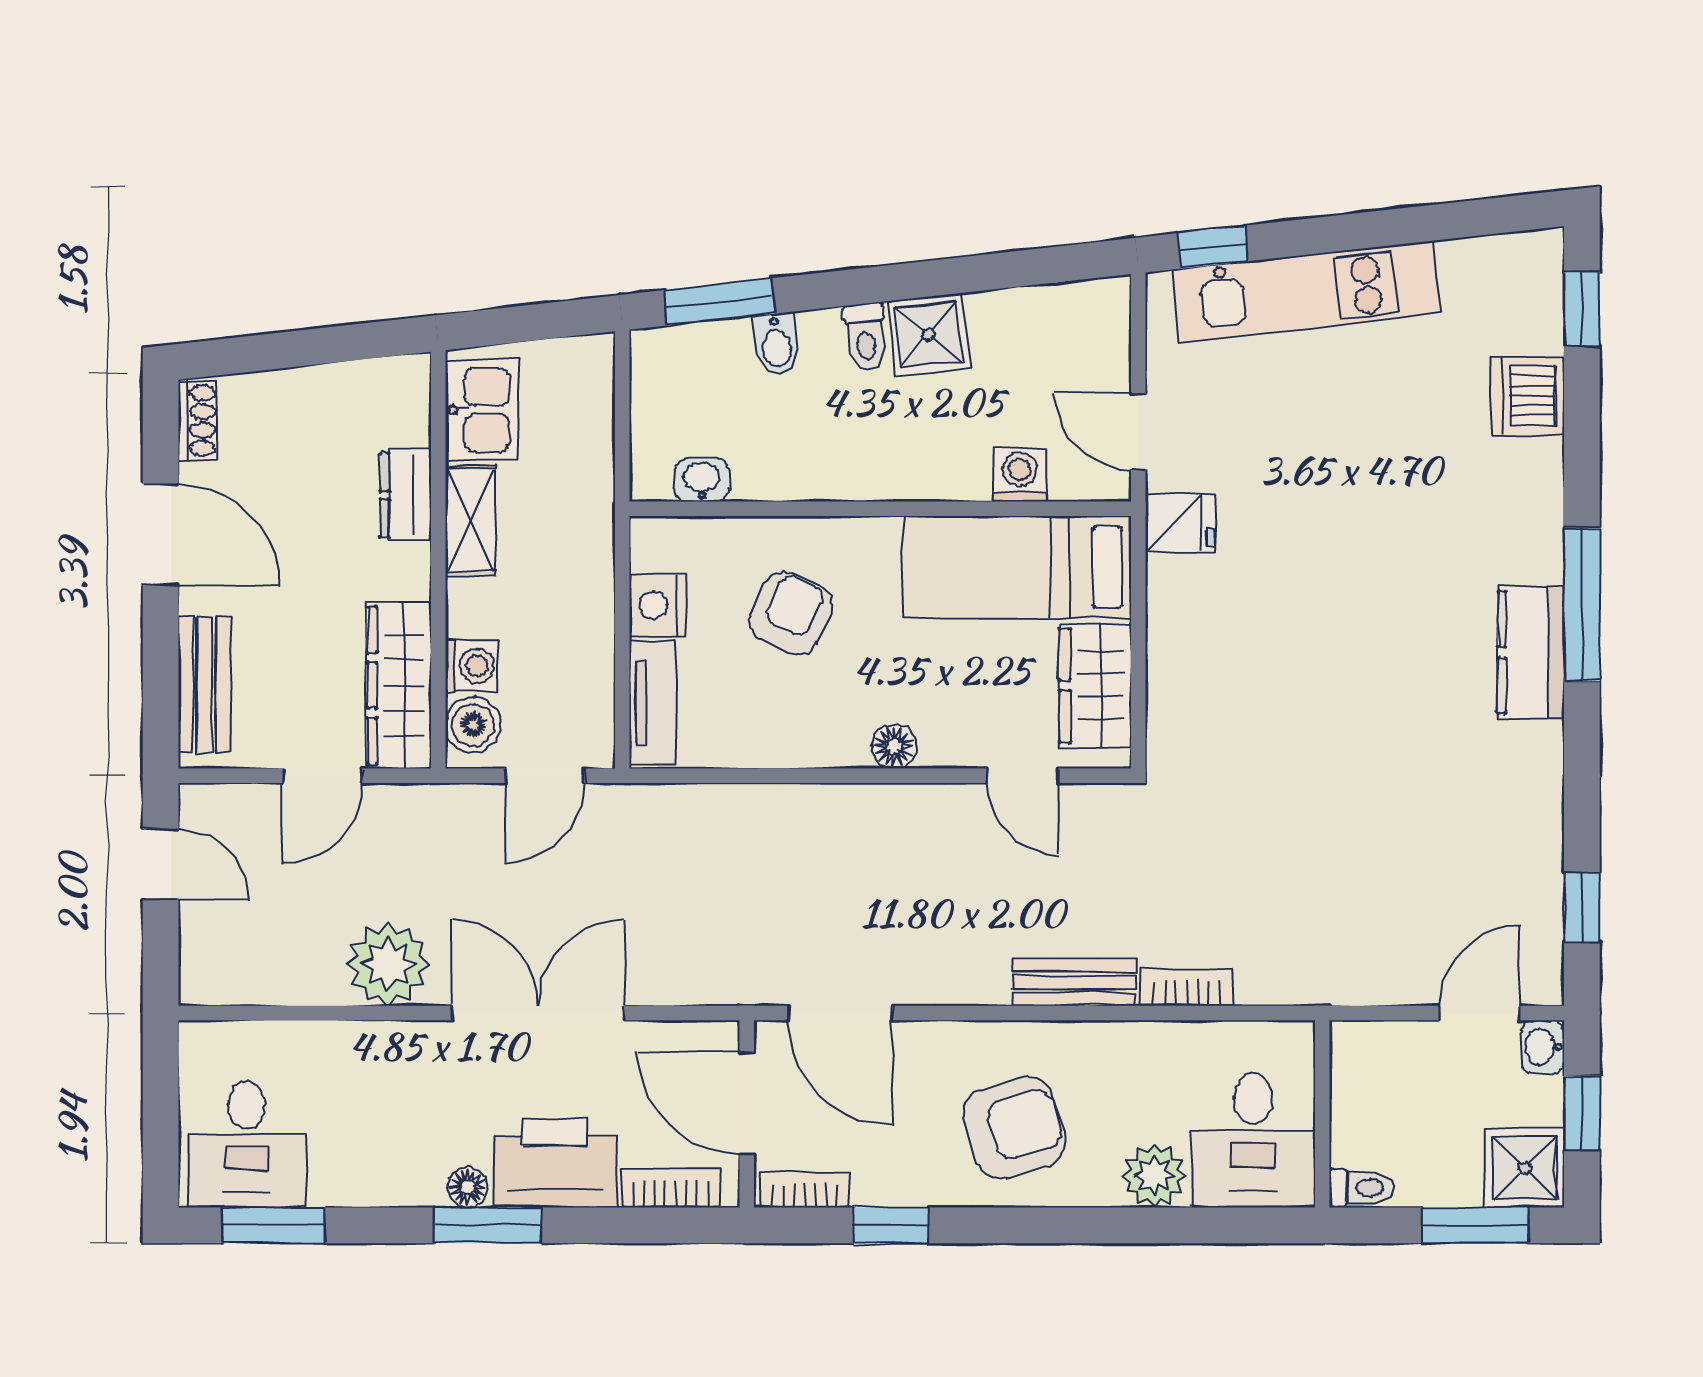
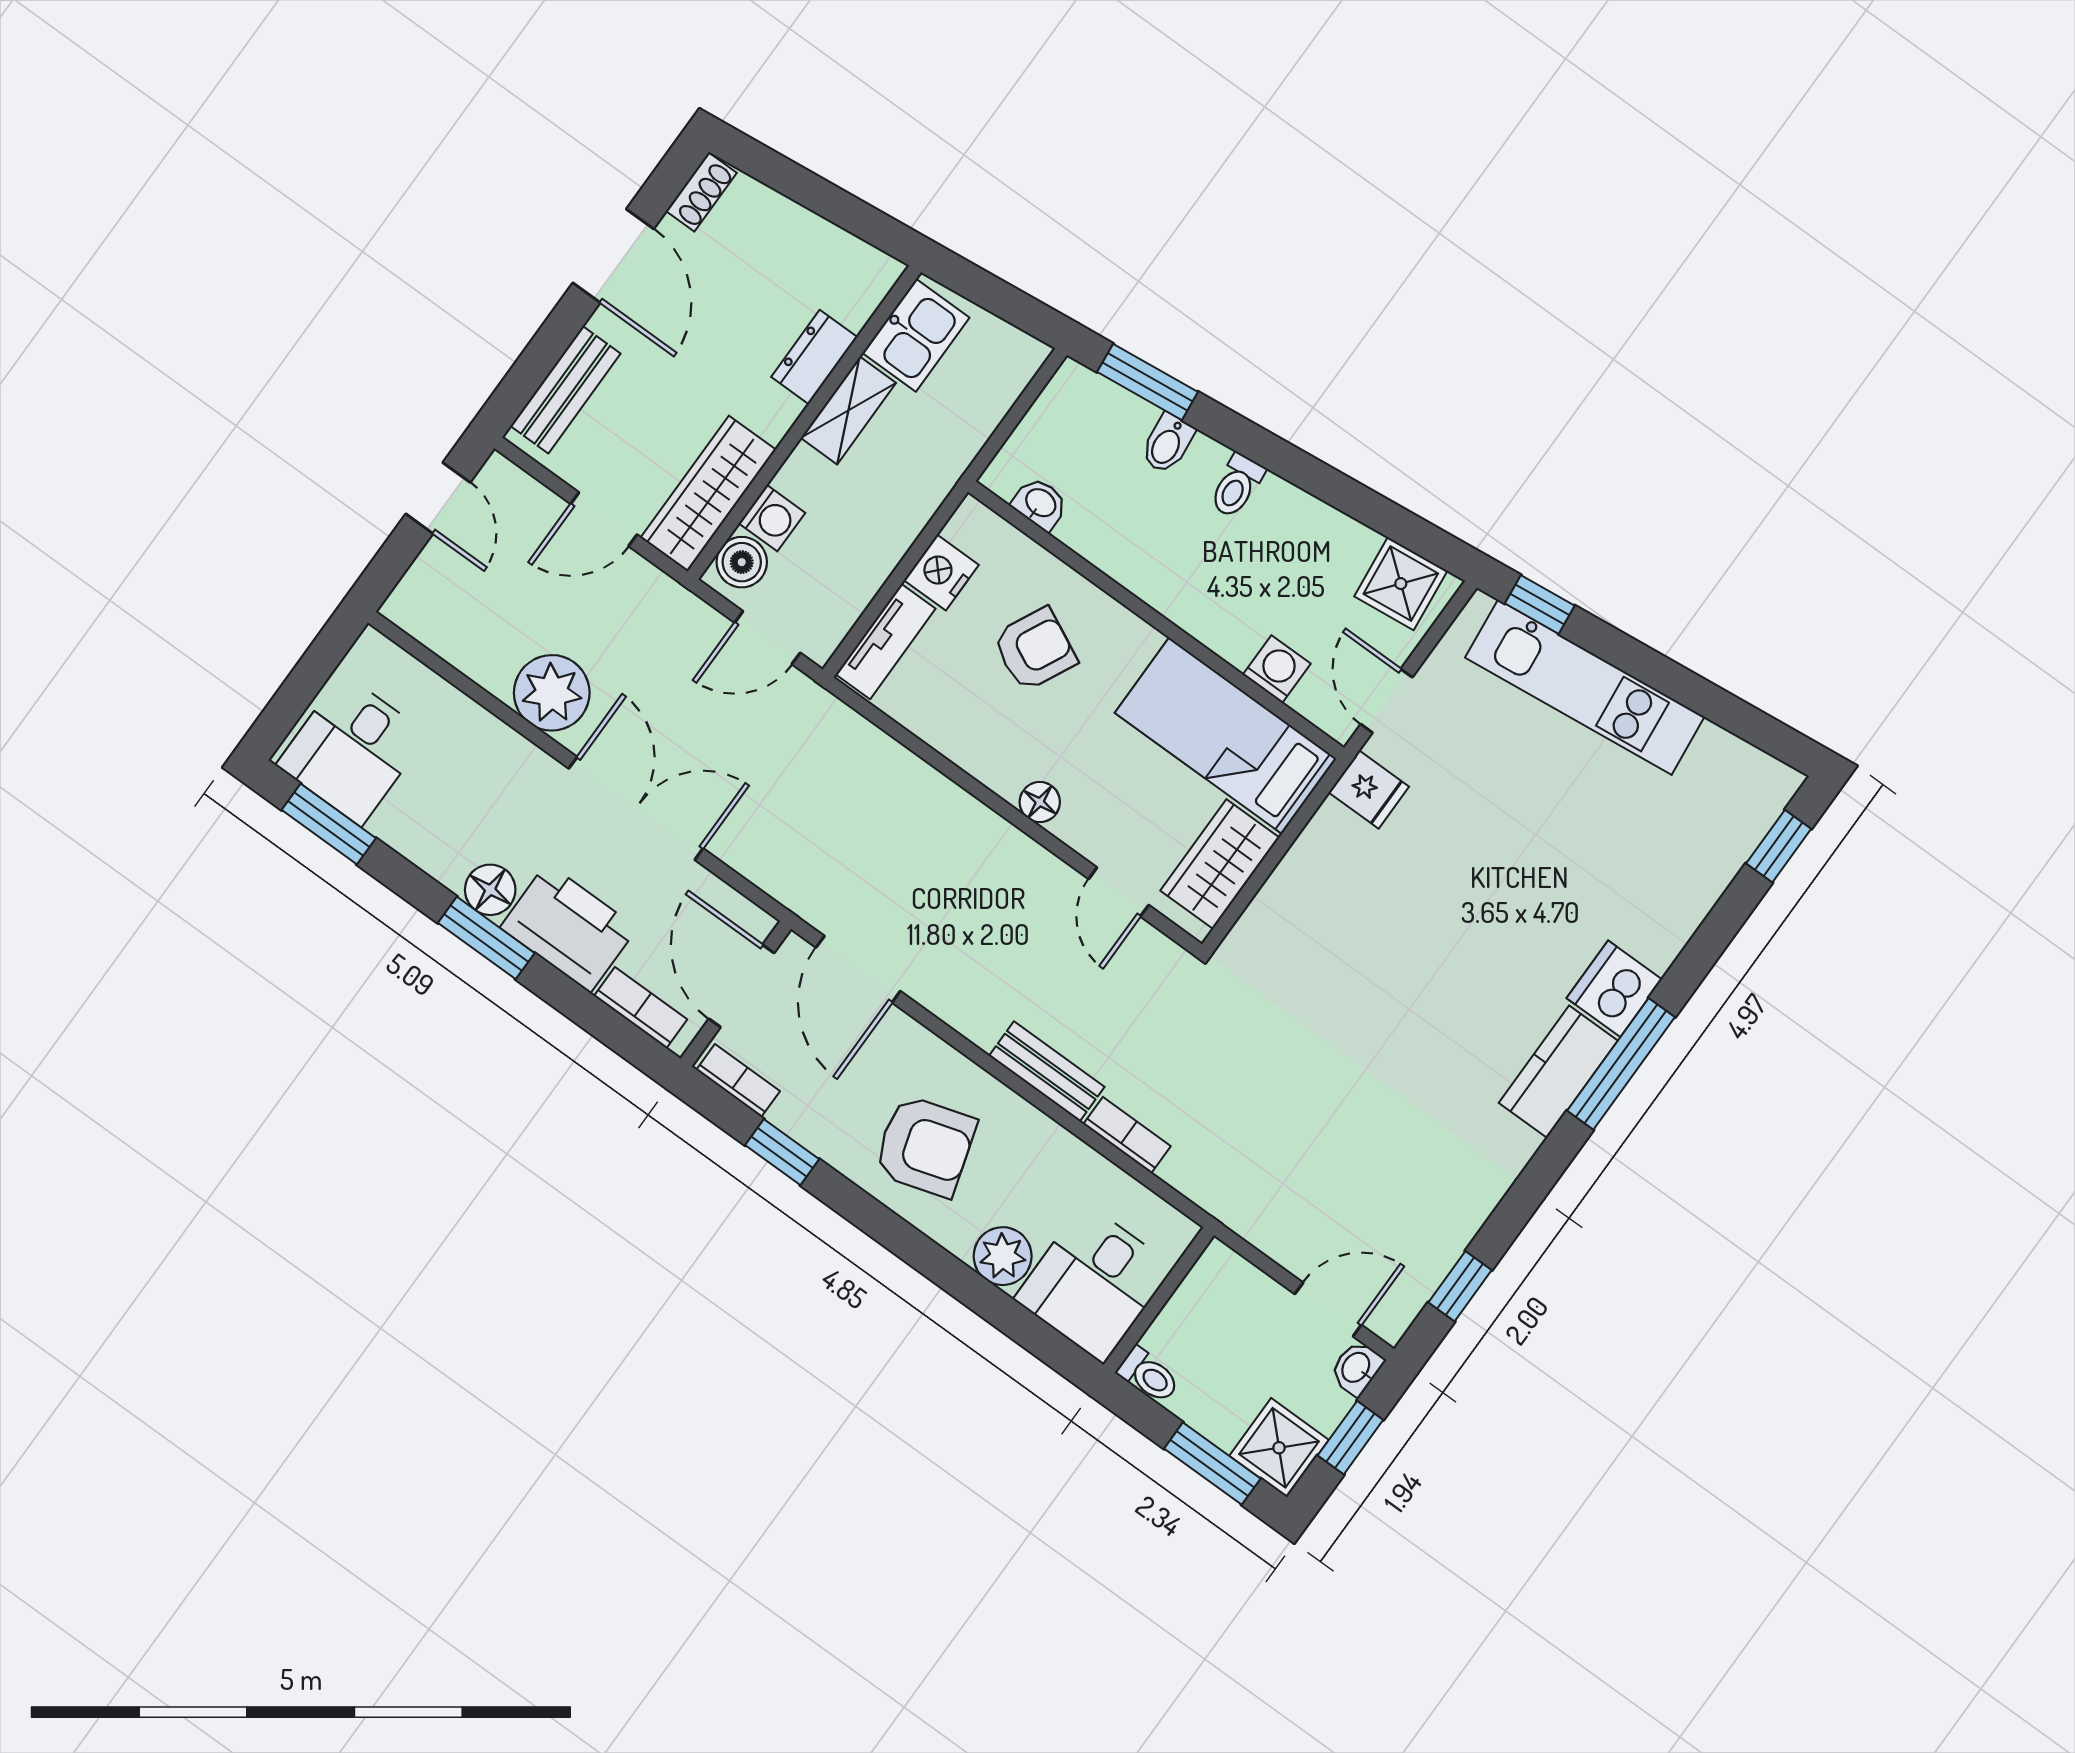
shower: (929, 335) -> (1401, 584), moved
dishwasher: (1527, 396) -> (1614, 989), moved
floor lamp: (468, 1187) -> (490, 890), width x1.37, depth x1.37

